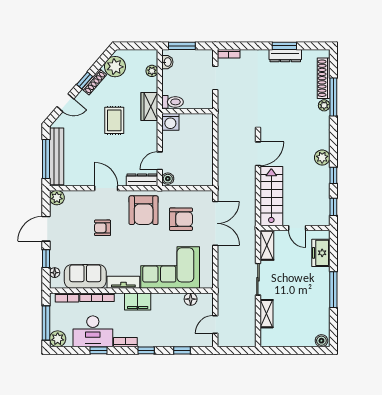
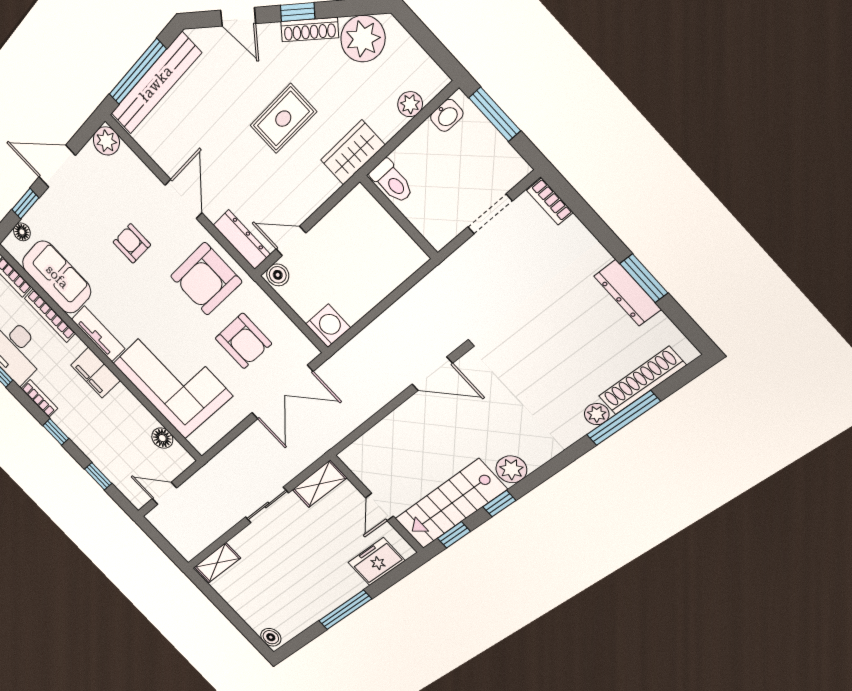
washing machine: (170, 122) -> (328, 326), moved, turned 180
stairs: (271, 196) -> (450, 504), moved, turned 180
shelving: (266, 314) -> (217, 563), moved

